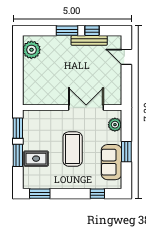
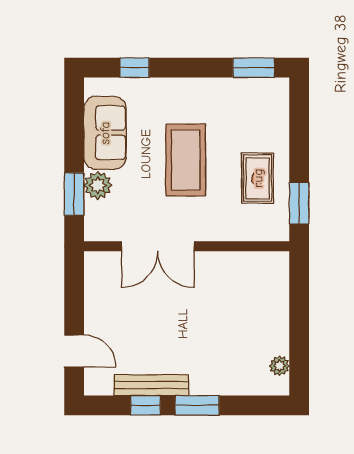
plant: (31, 50) -> (280, 366), width x0.53, depth x0.53
plant: (115, 125) -> (98, 185), moved
window: (126, 152) -> (74, 194), moved
window: (18, 155) -> (299, 147), removed
rug: (36, 159) -> (258, 178), moved, turned 90

